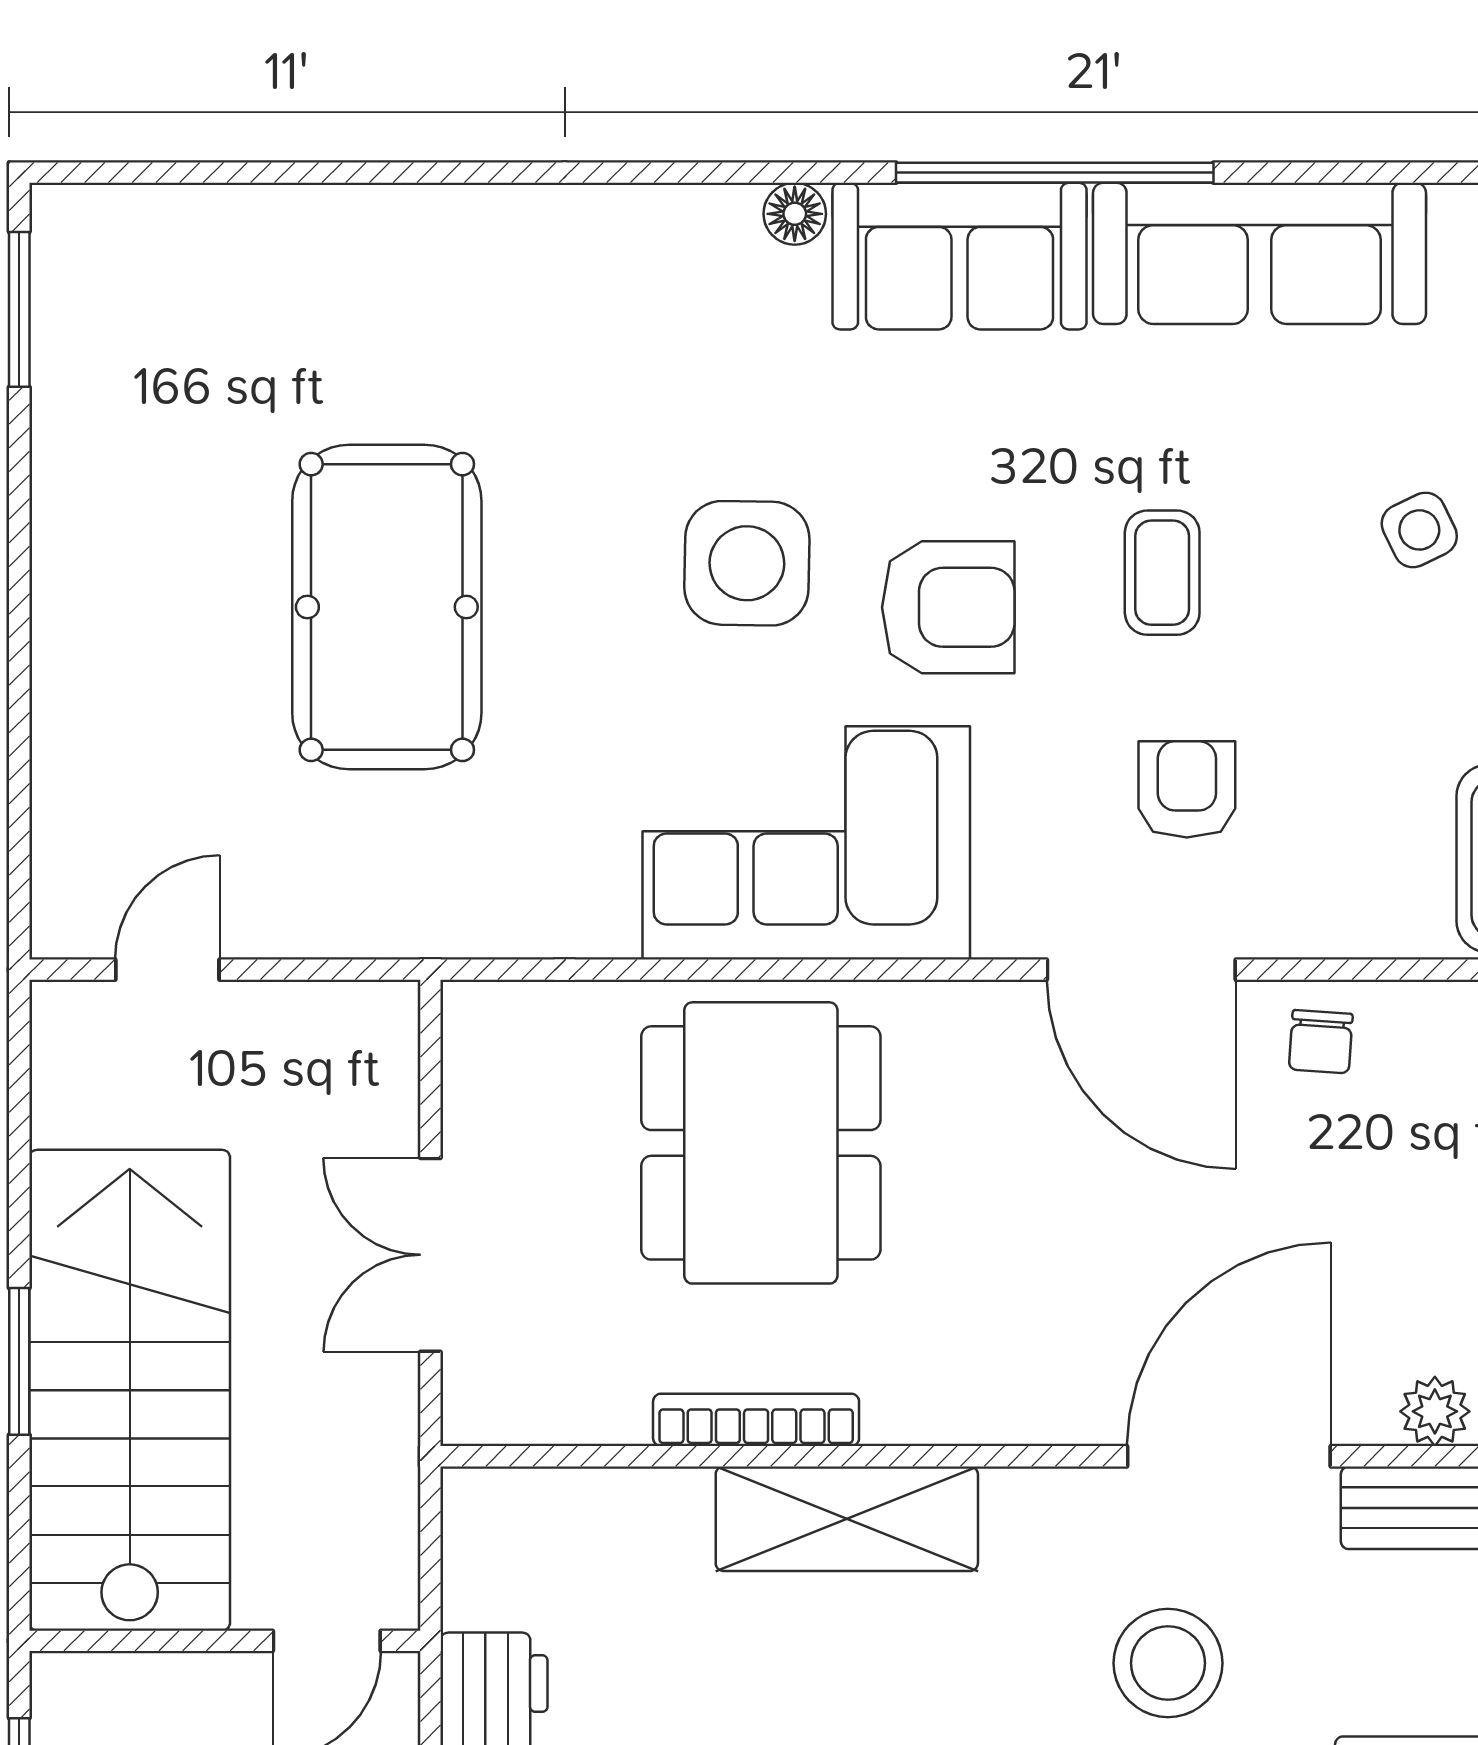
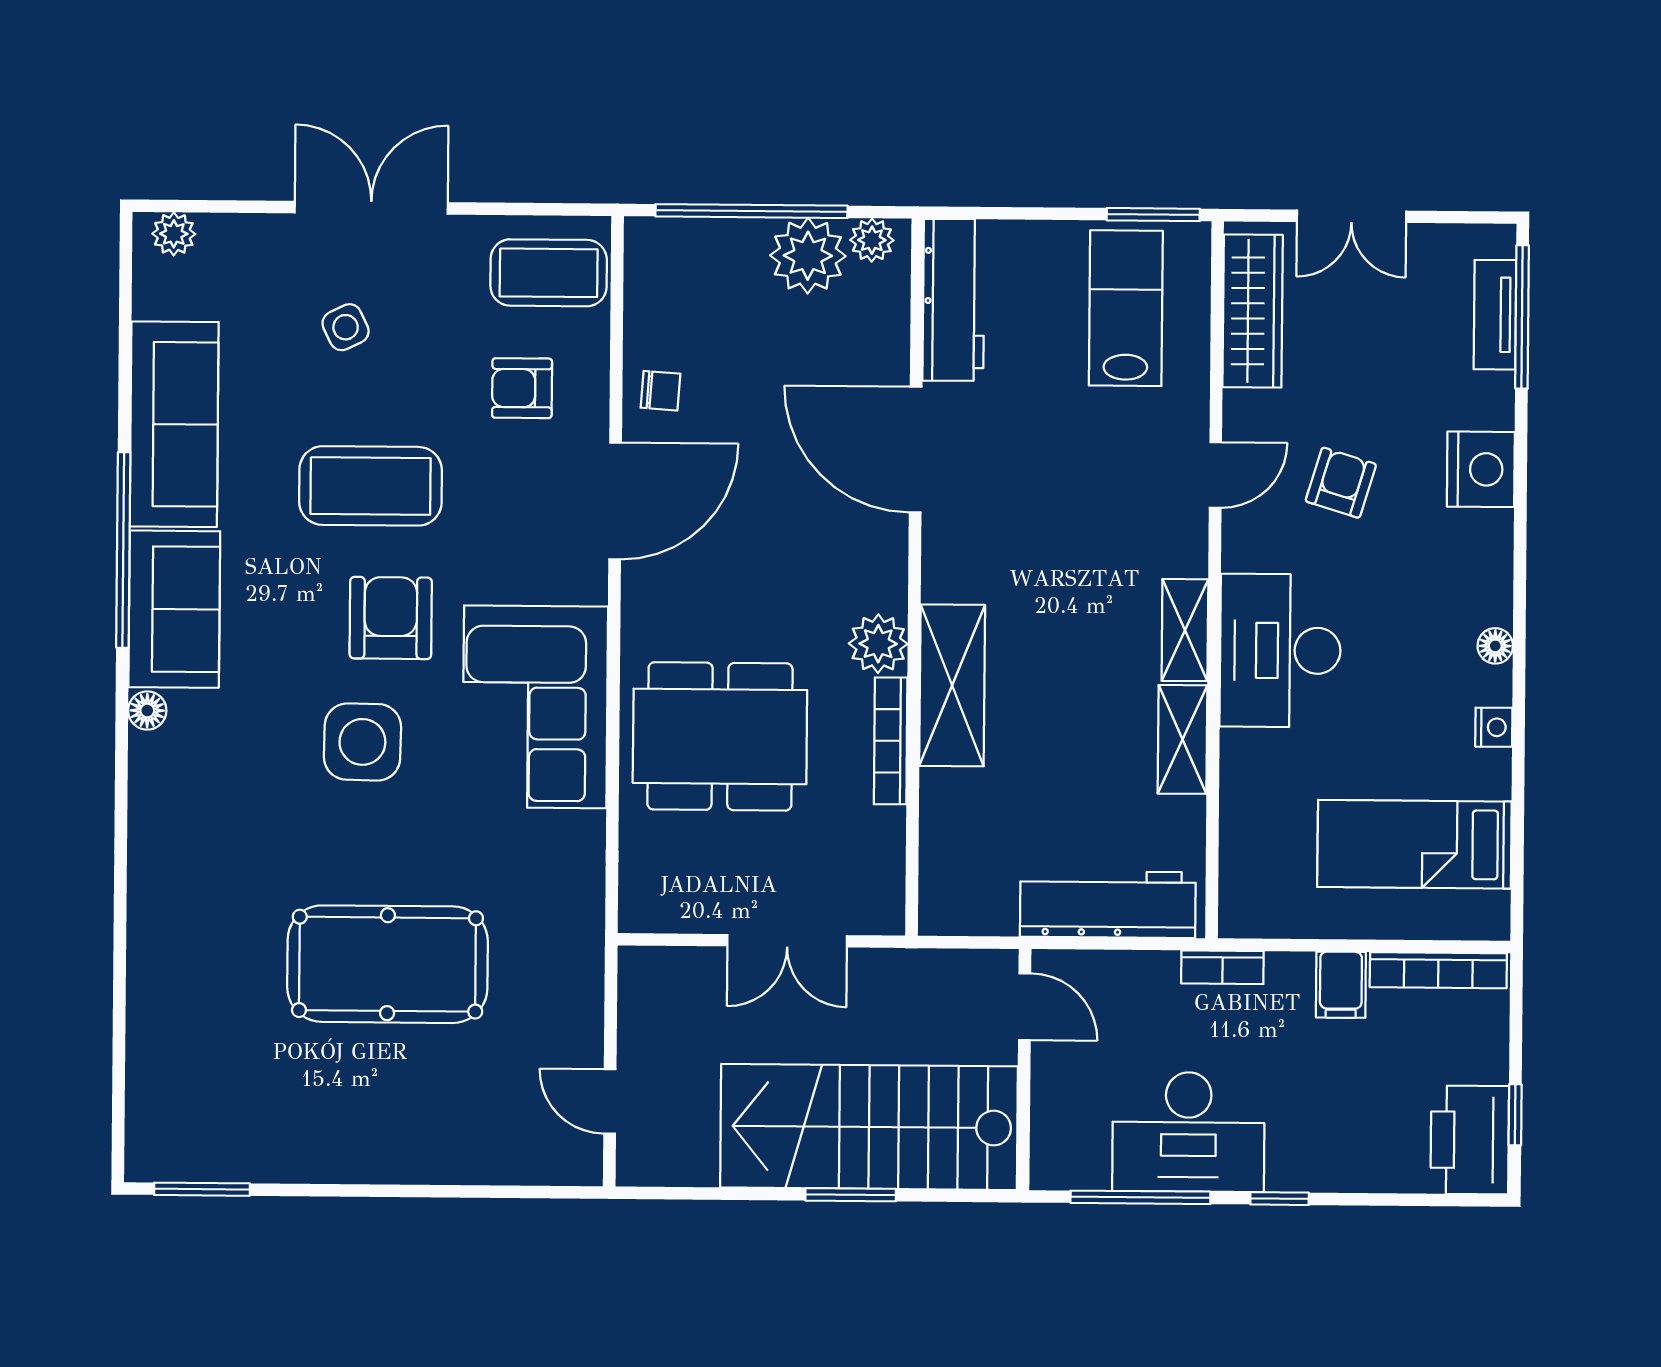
coffee table: (1162, 573) -> (370, 486), width x1.86, depth x1.72
armchair: (1187, 789) -> (522, 388), moved
plant: (1435, 1411) -> (878, 644), moved, width x1.38, depth x1.38
stool: (1168, 1663) -> (1043, 488), removed

